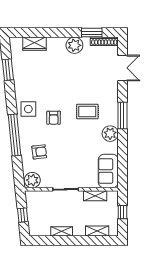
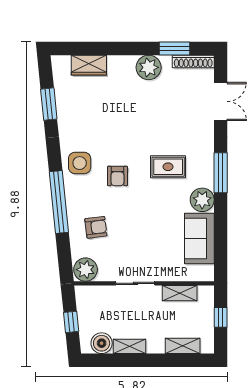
sofa: (108, 171) -> (199, 238), moved
boiler: (43, 229) -> (102, 343), added

